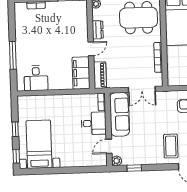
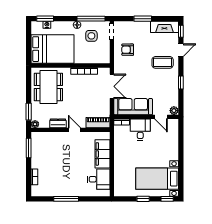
window: (13, 55) -> (66, 199), moved
filing cabinet: (81, 73) -> (102, 154), moved, turned 90
window: (134, 168) -> (181, 82), moved

